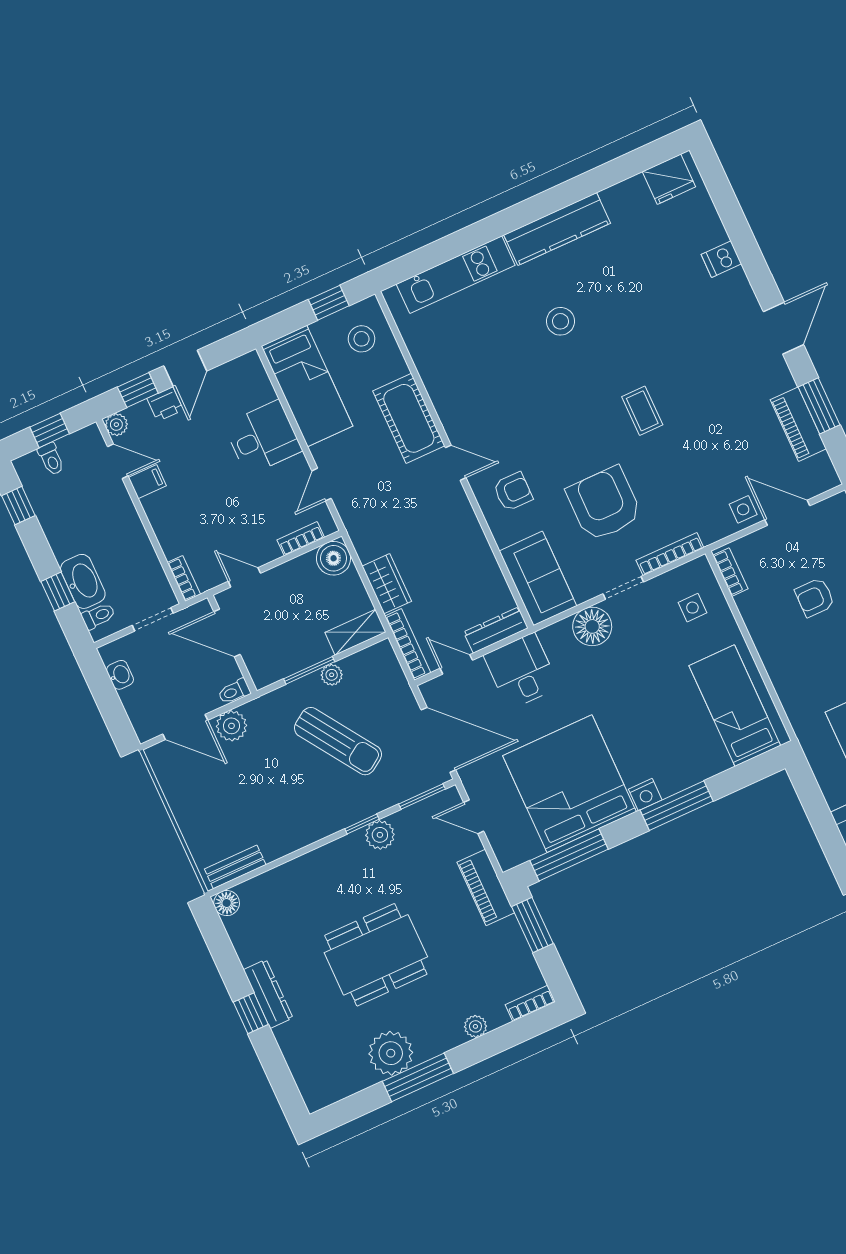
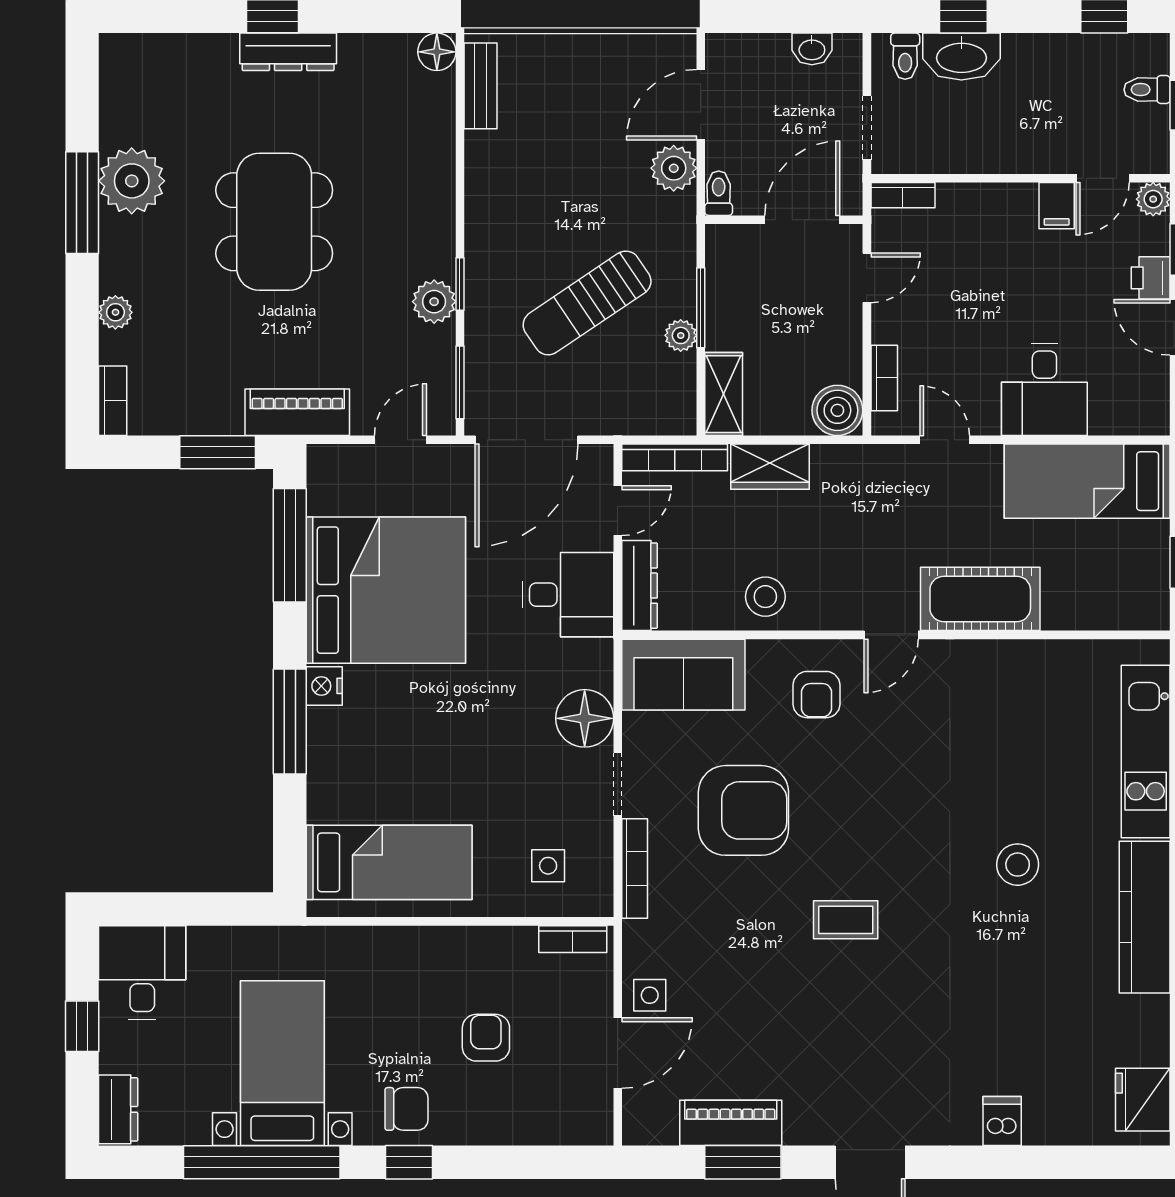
stool: (362, 339) -> (765, 597), moved

